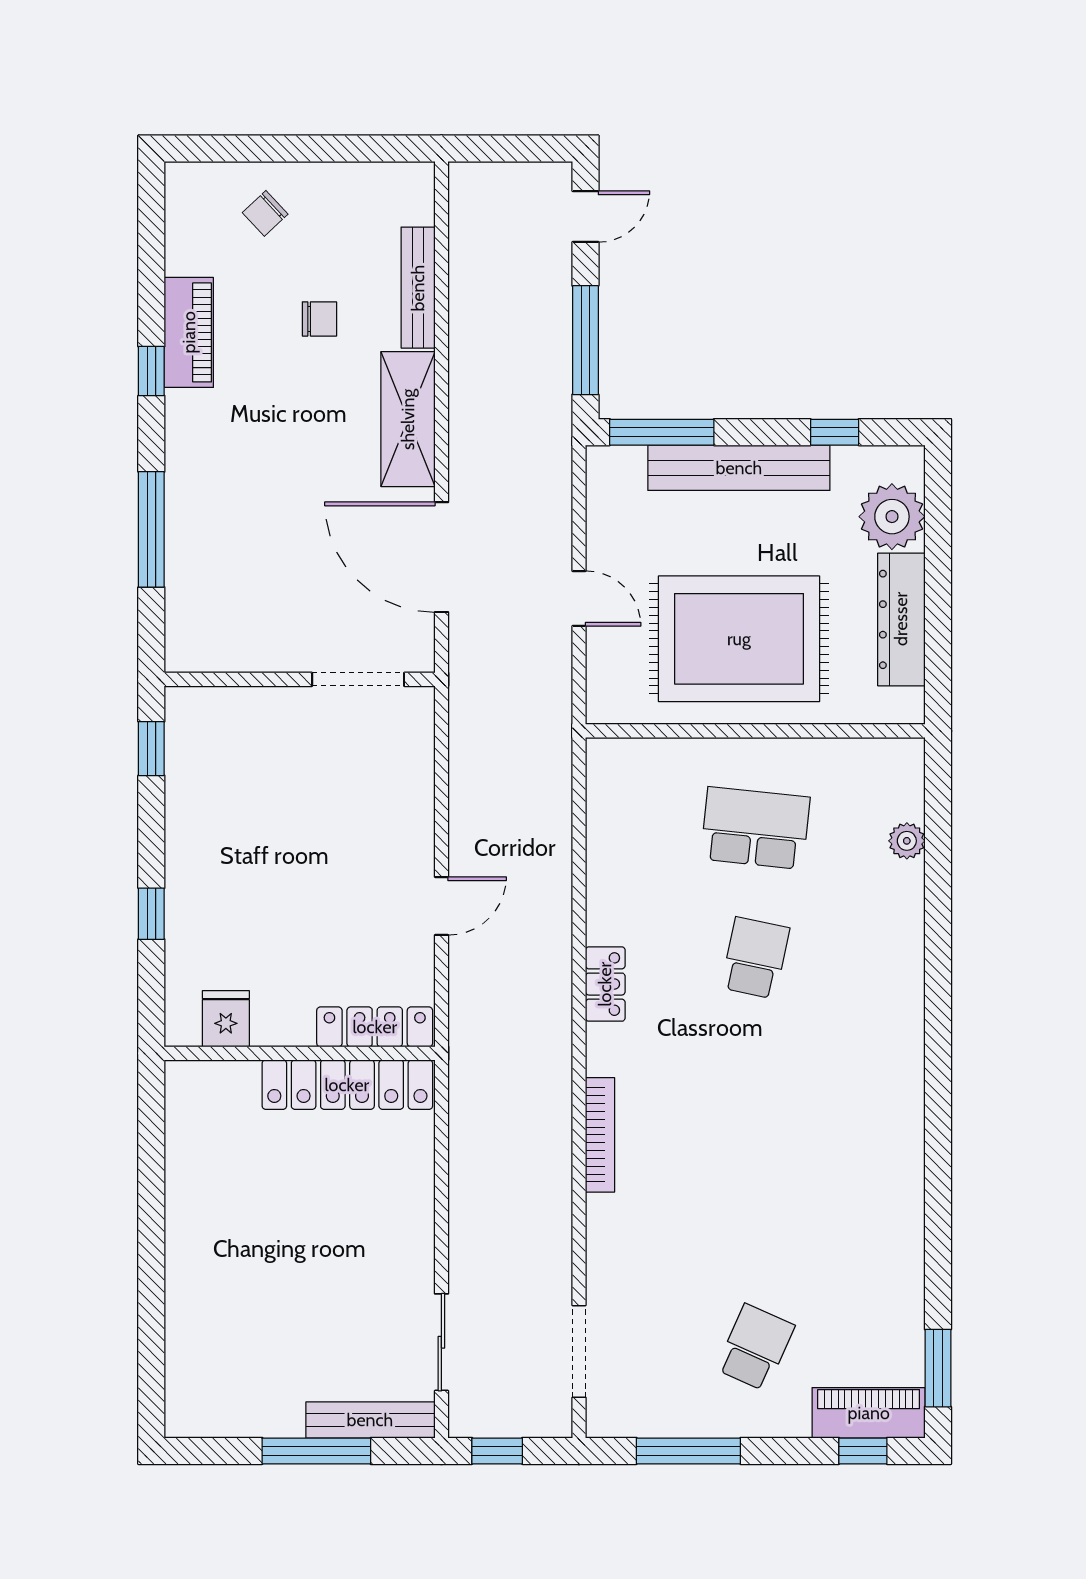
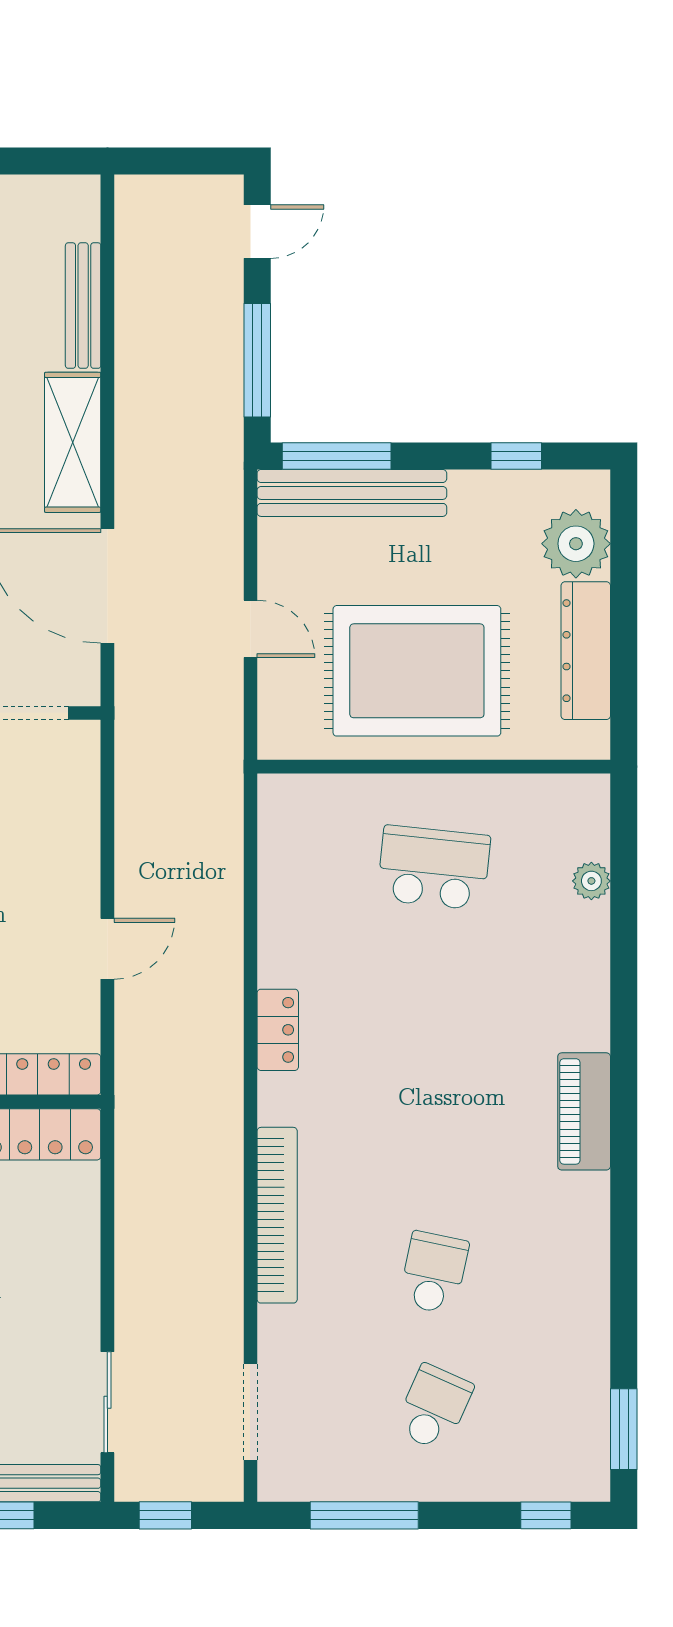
bench: (739, 468) -> (352, 493), moved
school desk: (755, 958) -> (434, 1273), moved
bookcase: (600, 1135) -> (277, 1215), width x1.48, depth x1.31
piano: (869, 1413) -> (584, 1111), moved, turned -90

